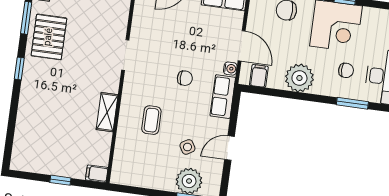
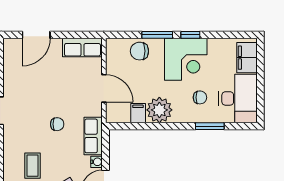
water cooler: (230, 69) -> (97, 162), moved
filing cabinet: (259, 76) -> (138, 113), moved

